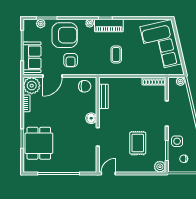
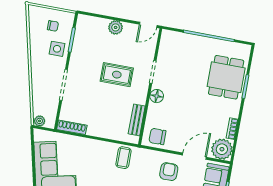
coffee table: (116, 55) -> (123, 158), moved
rug: (138, 143) -> (117, 75), moved, turned 90
plant: (160, 167) -> (116, 27), moved

